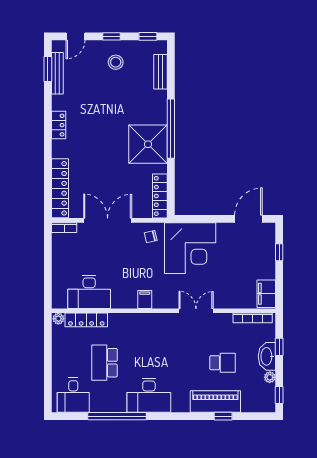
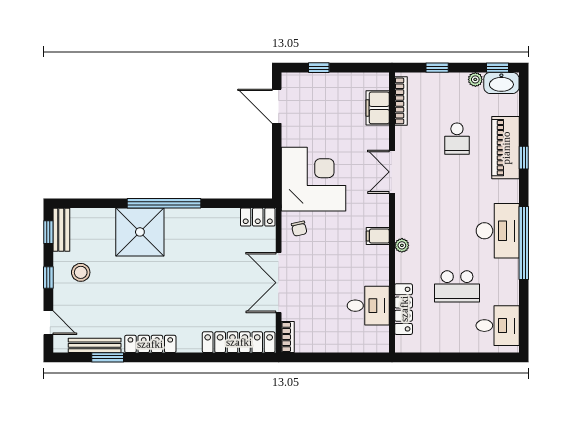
window: (48, 69) -> (108, 357), moved
bench: (161, 72) -> (61, 230), moved, turned 90
locker: (59, 125) -> (150, 344), width x1.53
shower: (148, 144) -> (140, 232), moved
locker: (160, 196) -> (258, 217), width x0.66
desk: (89, 292) -> (368, 306), width x0.73
filing cabinet: (266, 294) -> (378, 108), moved, turned 90
plant: (58, 319) -> (402, 245), moved
washbasin: (267, 356) -> (501, 83), moved
school desk: (222, 363) -> (457, 139), turned 180
window: (117, 416) -> (524, 243), moved
window: (223, 416) -> (524, 158), moved

